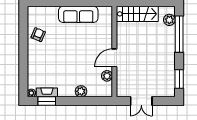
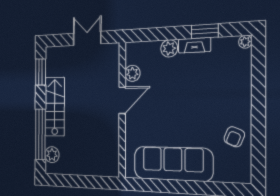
sofa: (78, 14) -> (173, 164), width x1.36, depth x1.27
stairs: (137, 14) -> (55, 107), moved, turned 90
fireplace: (47, 92) -> (194, 45), moved
window: (47, 101) -> (205, 31), moved

